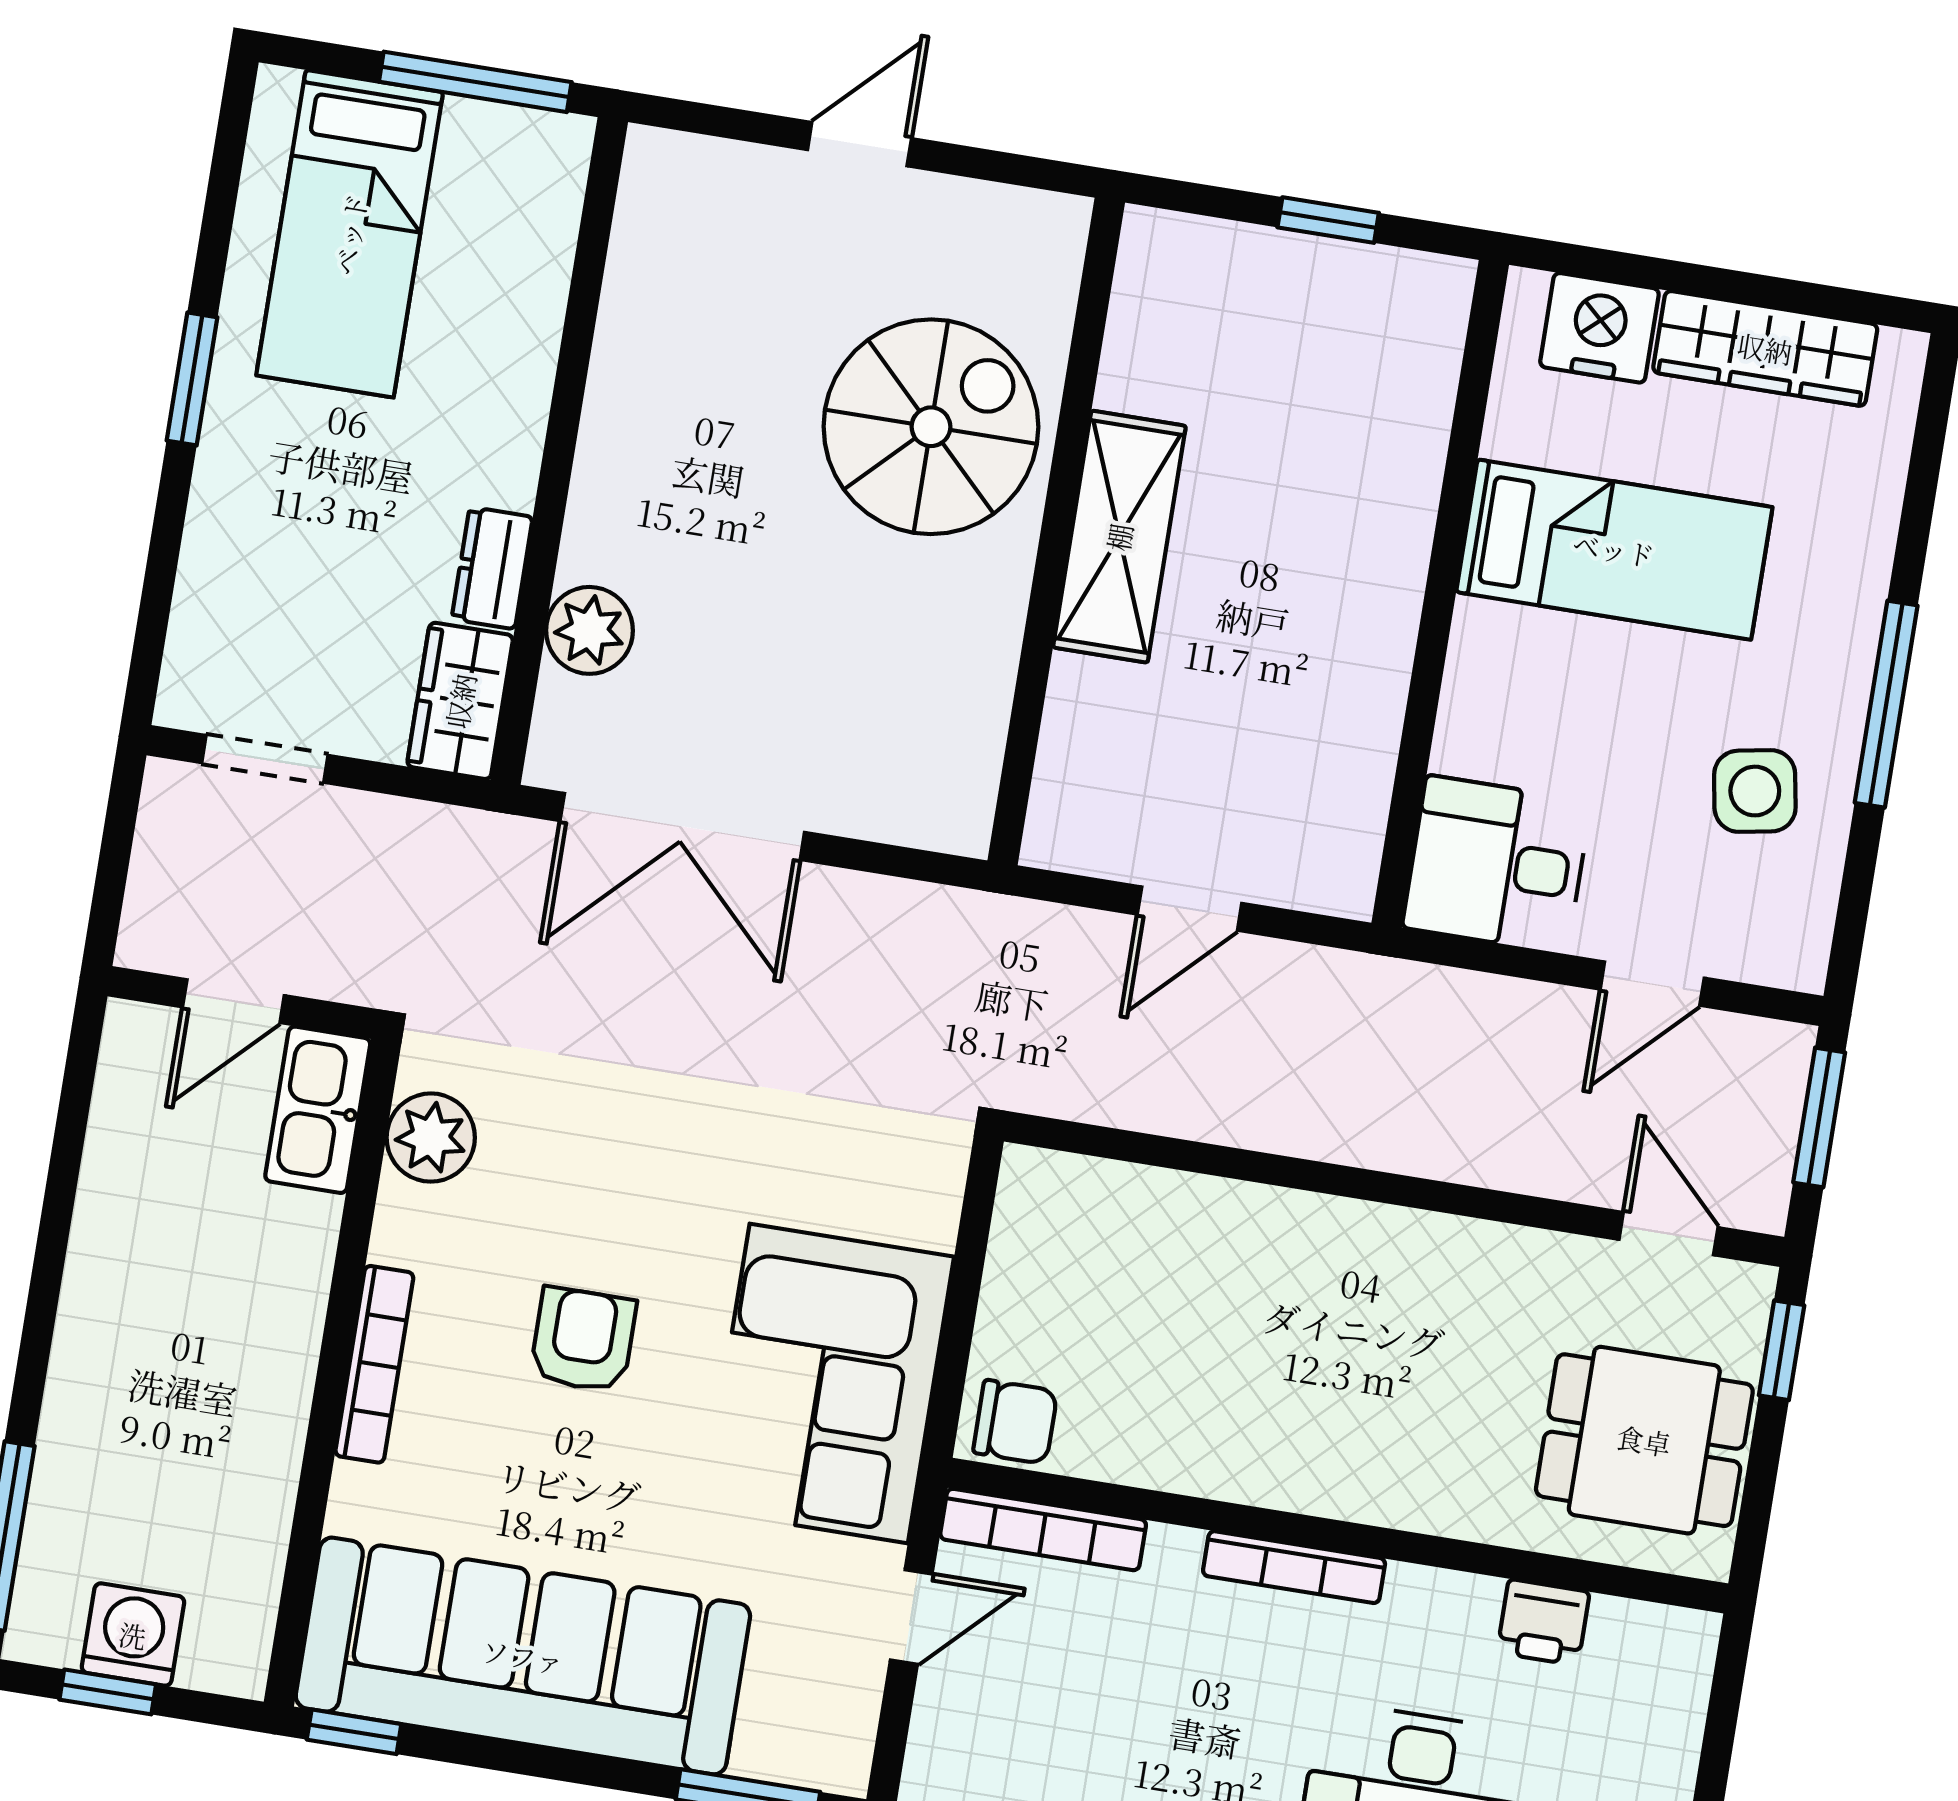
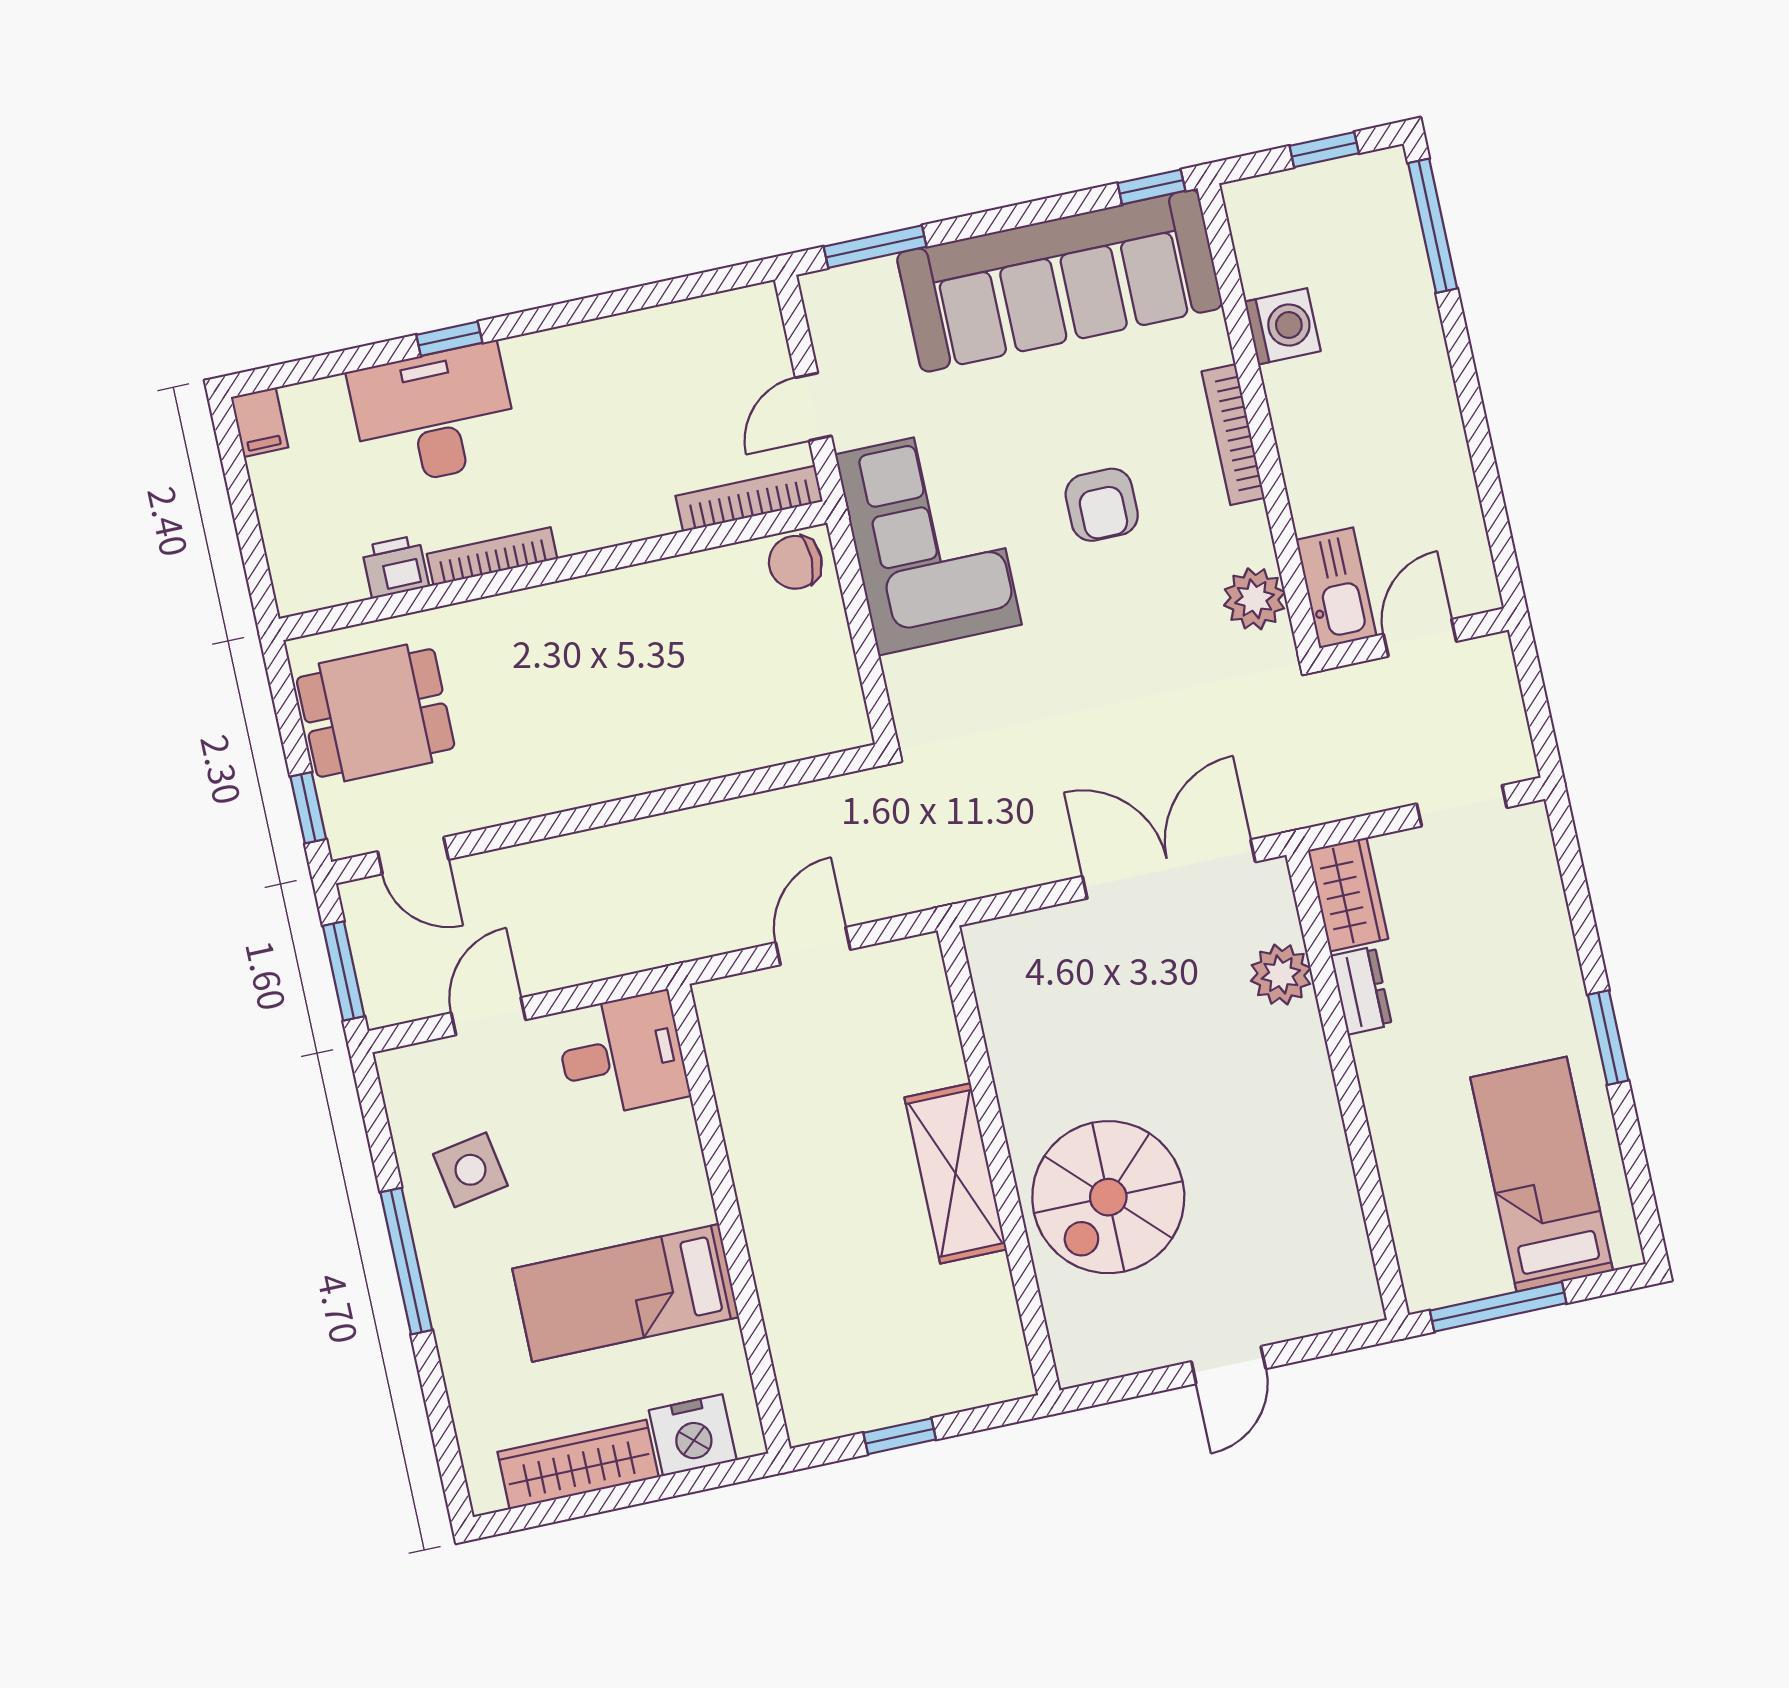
bookcase: (1294, 1567) -> (492, 556), moved
washing machine: (133, 1635) -> (1283, 326), moved, turned -90

